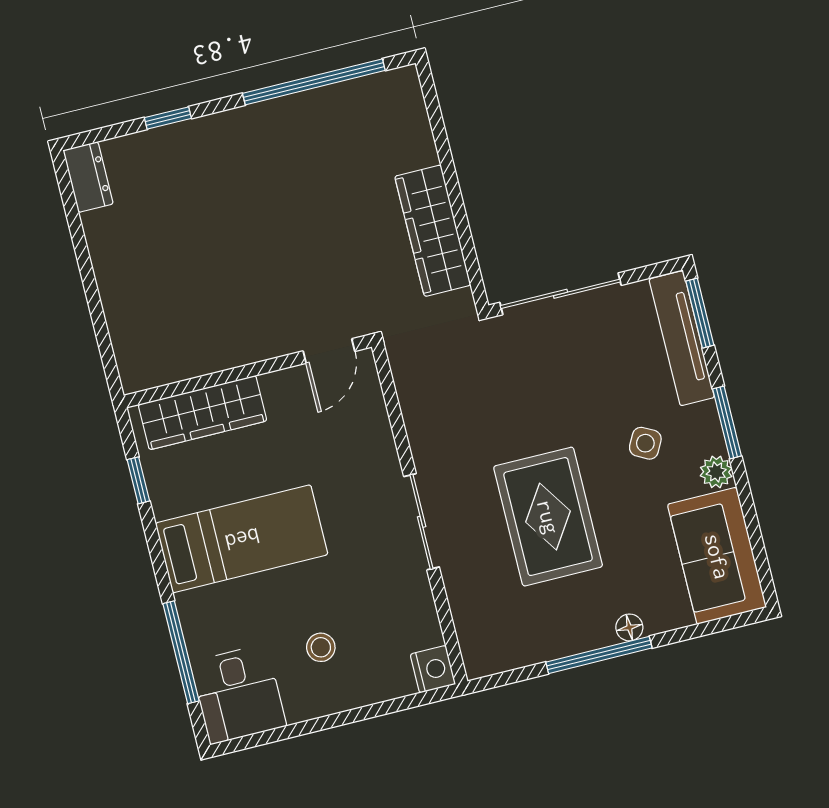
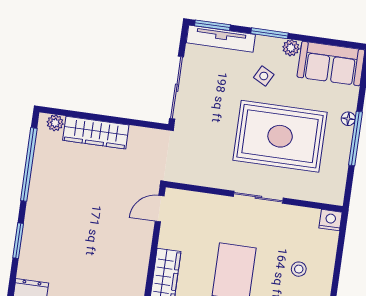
plant: (408, 99) -> (55, 123), added
window: (168, 118) -> (18, 241), width x1.50
wardrobe: (433, 231) -> (96, 133), moved
door: (329, 351) -> (160, 209), swing flipped
rug: (548, 517) -> (280, 136), width x1.37, depth x1.44

